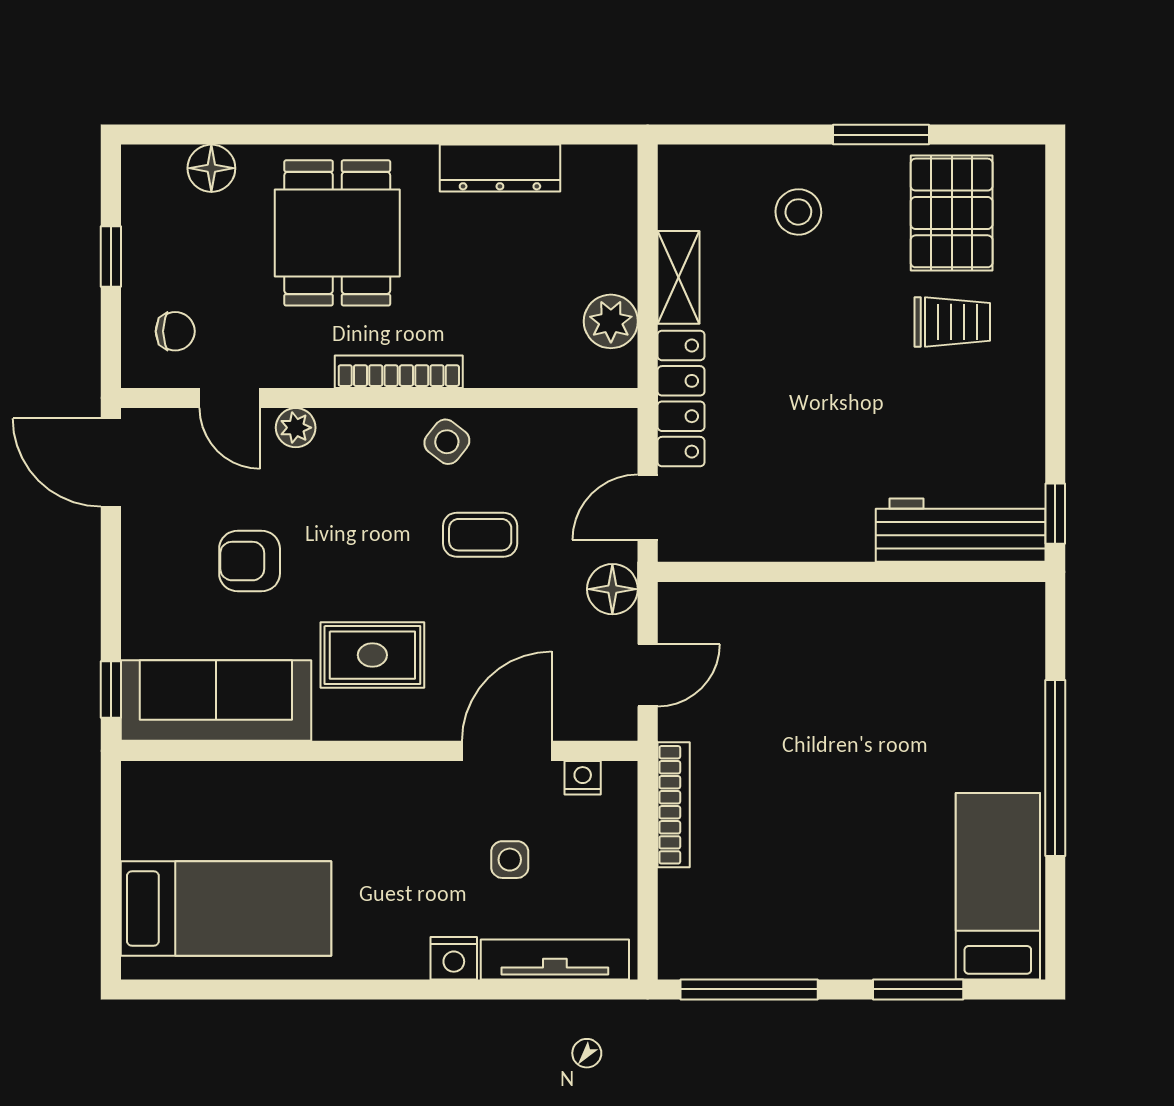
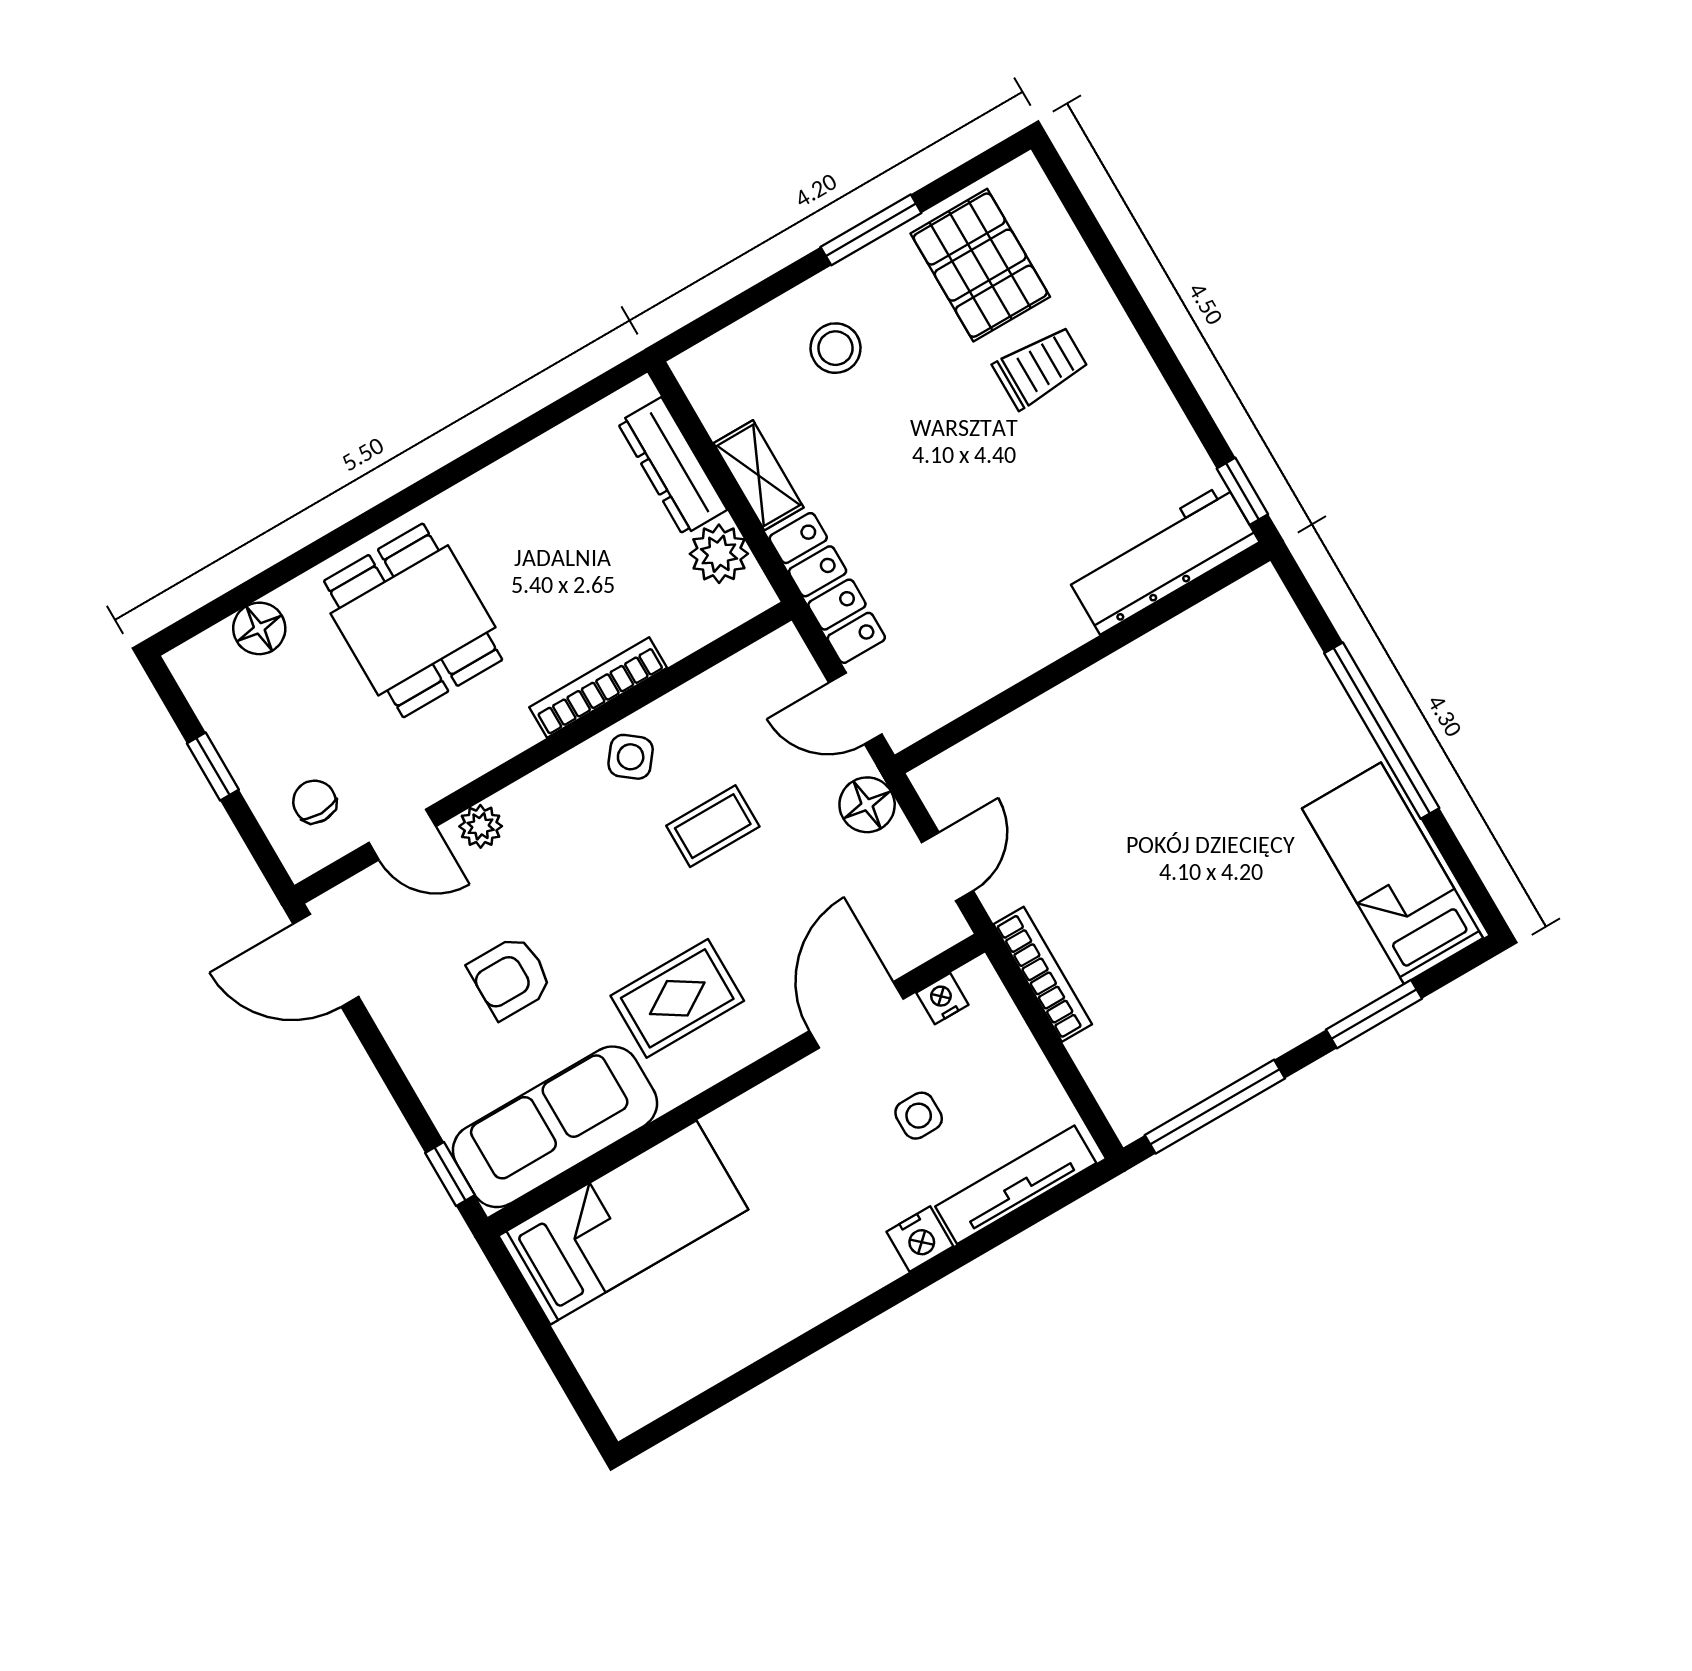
dresser: (500, 168) -> (672, 466), moved, turned 90
chair: (175, 331) -> (314, 802), turned -90
bookcase: (399, 372) -> (598, 687), moved
door: (648, 507) -> (855, 709), hinge flipped
bed: (226, 908) -> (623, 1223), moved

